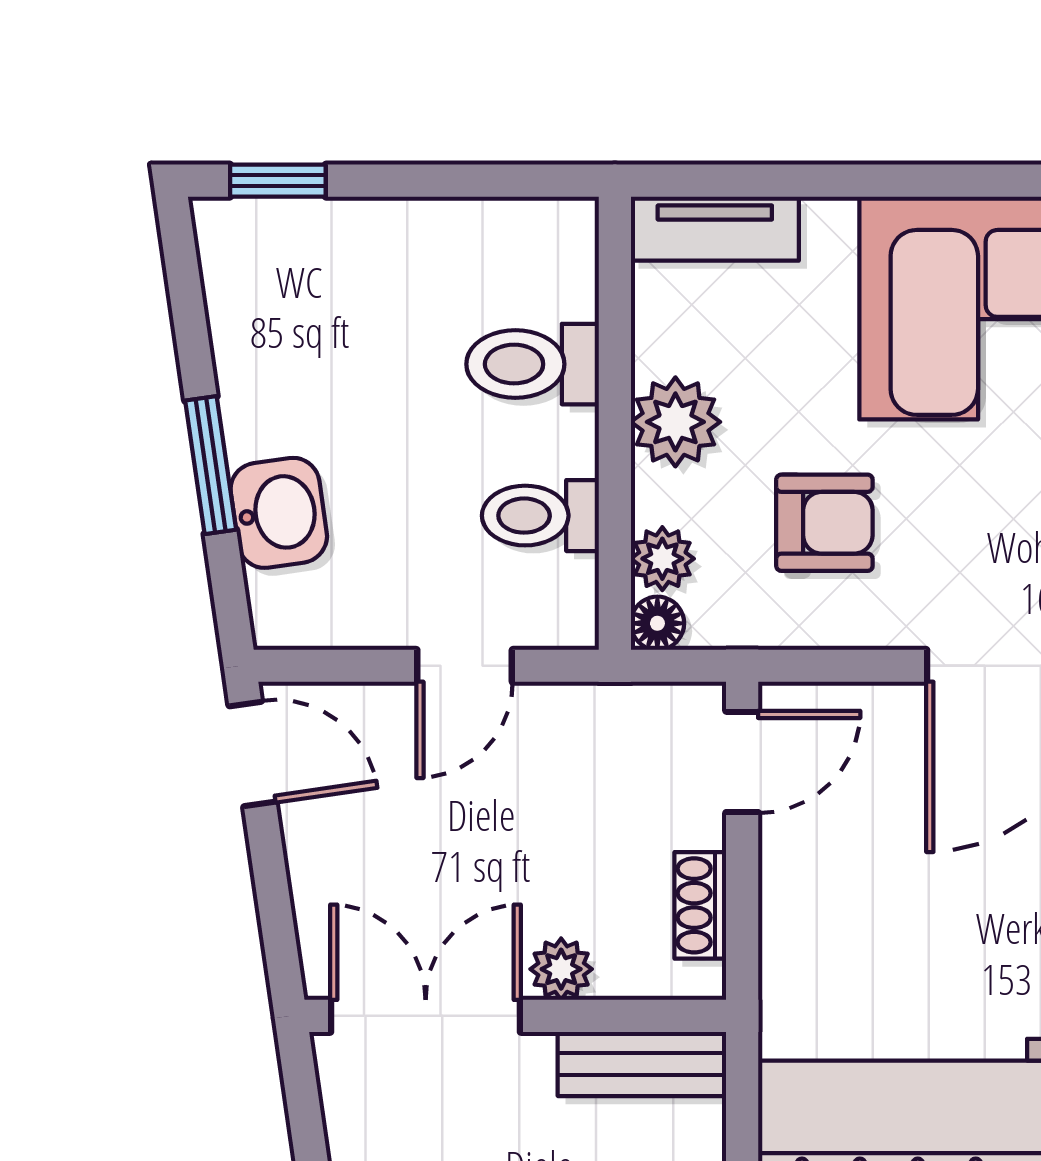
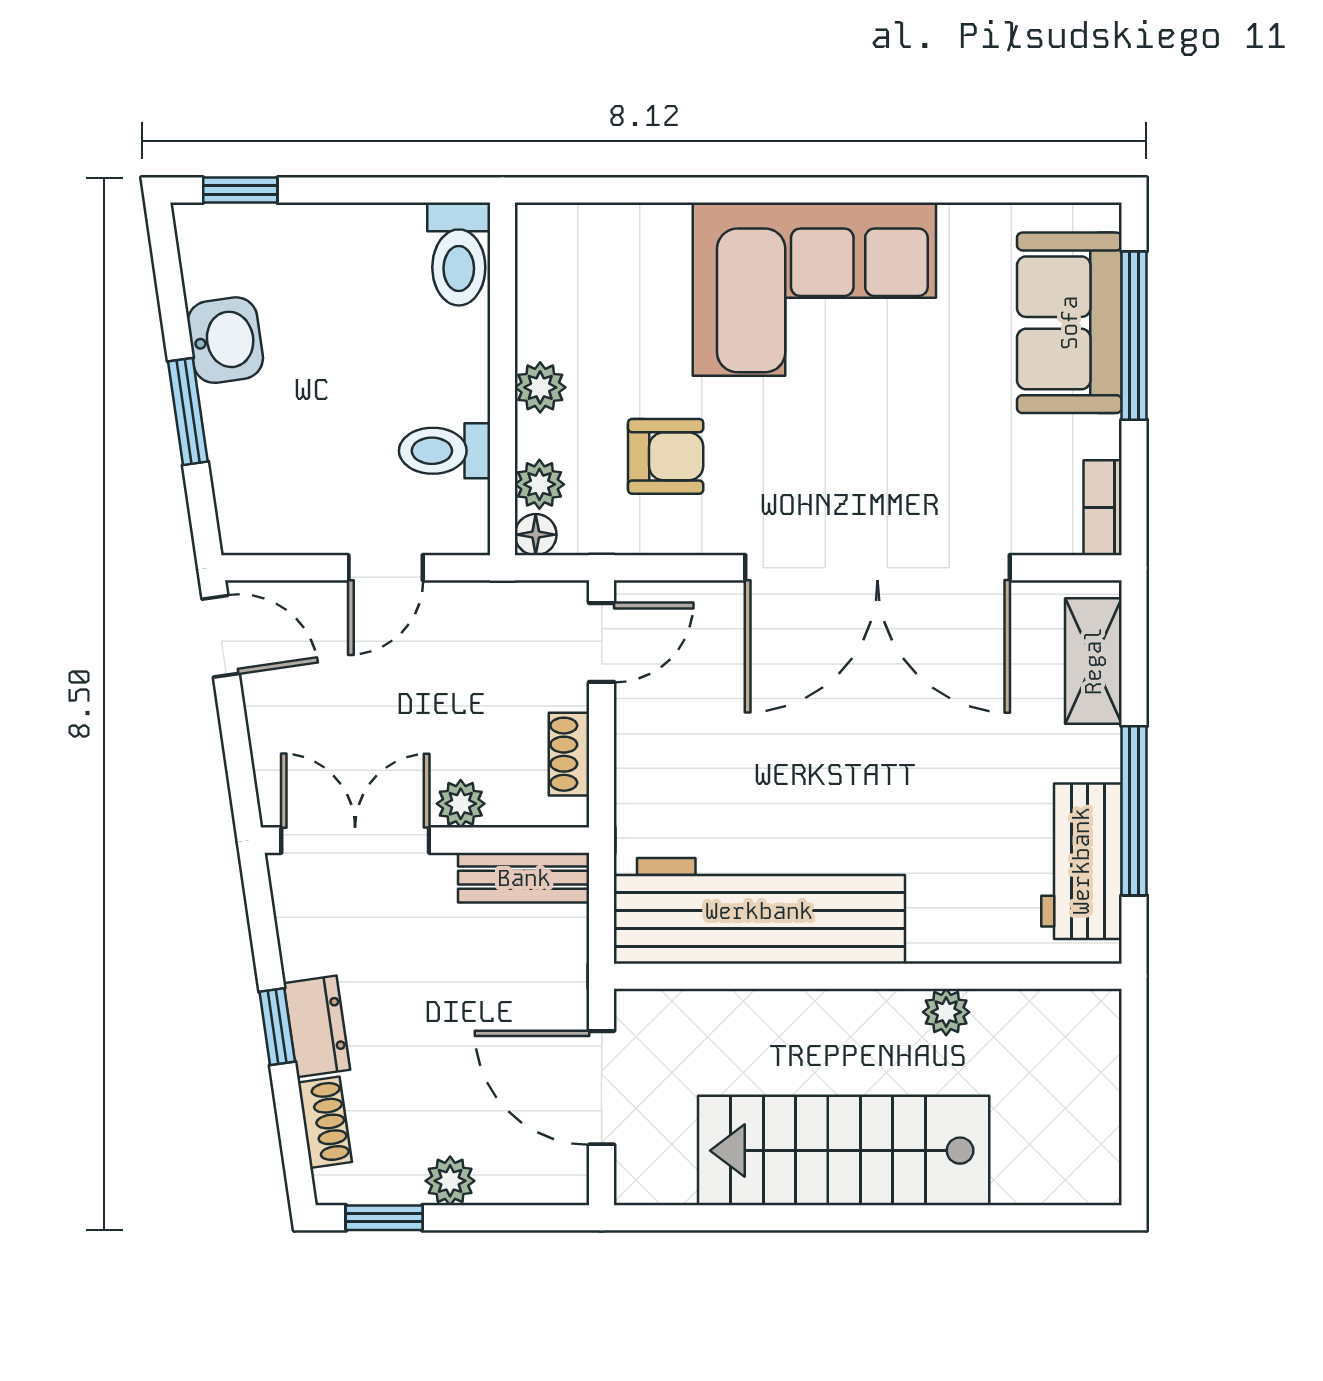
tv unit: (715, 229) -> (580, 227), removed
toilet: (533, 364) -> (459, 254), moved, turned -90
plant: (675, 422) -> (540, 387), width x0.73, depth x0.73
washbasin: (279, 513) -> (225, 340), moved

